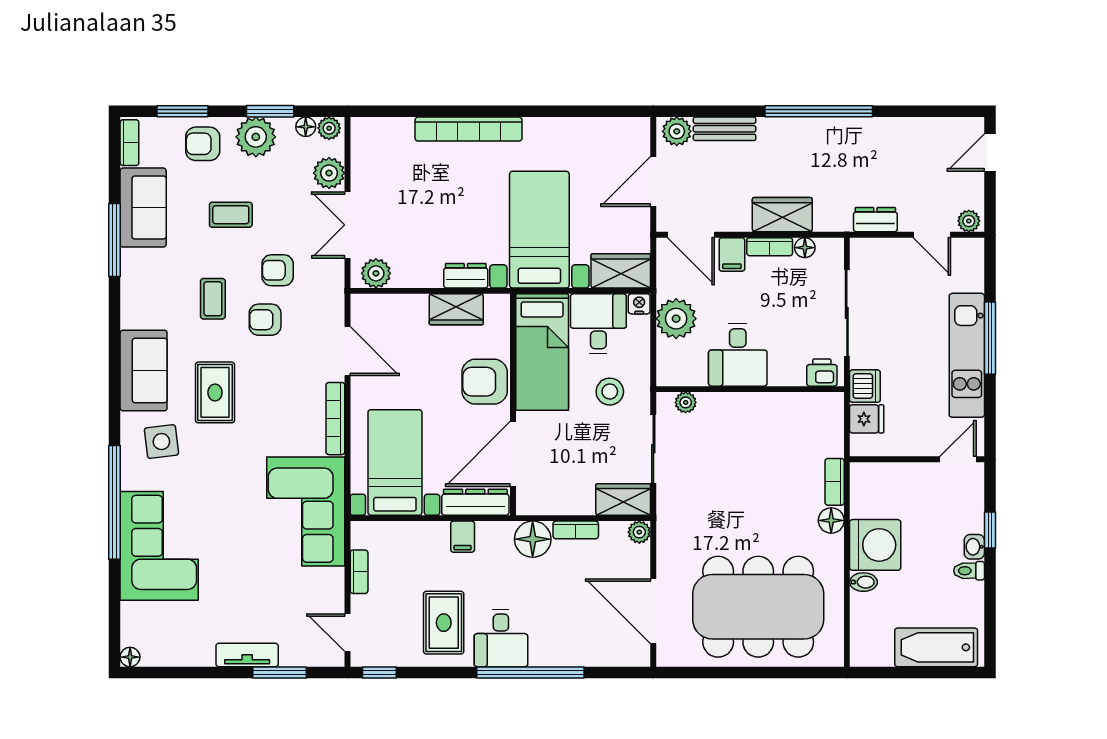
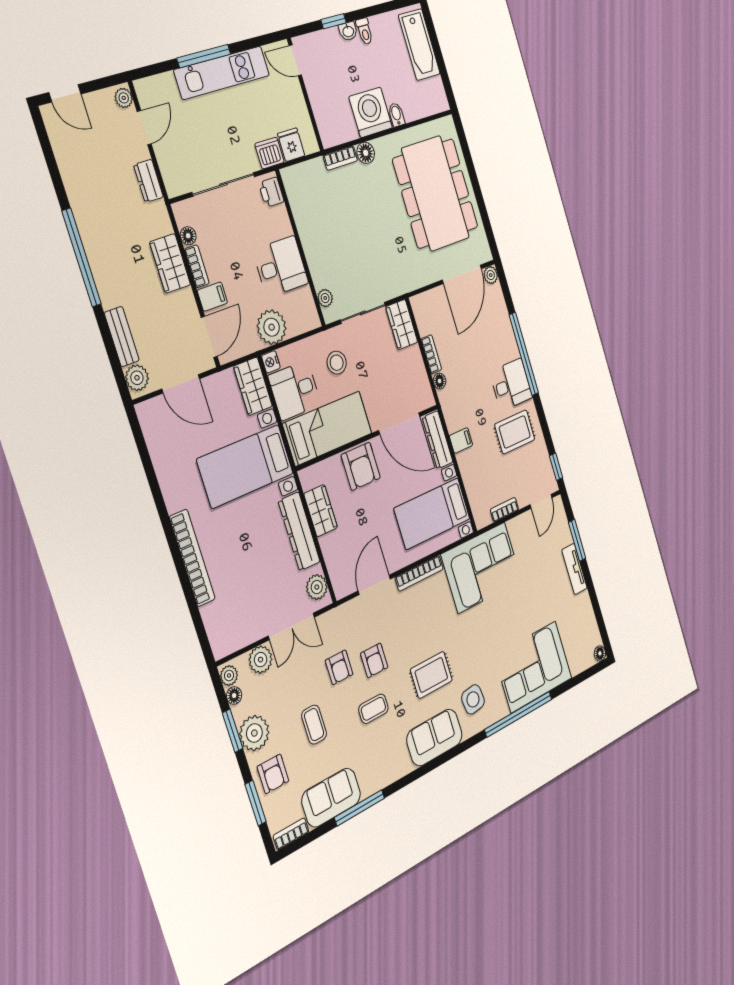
dresser: (466, 276) -> (299, 531), width x1.96, depth x1.24
plant: (639, 532) -> (491, 275), moved
floor lamp: (533, 539) -> (440, 381), width x0.53, depth x0.53

